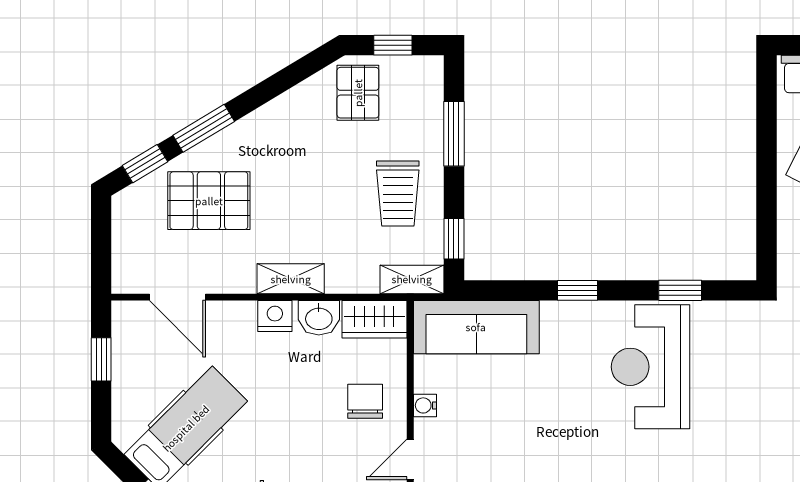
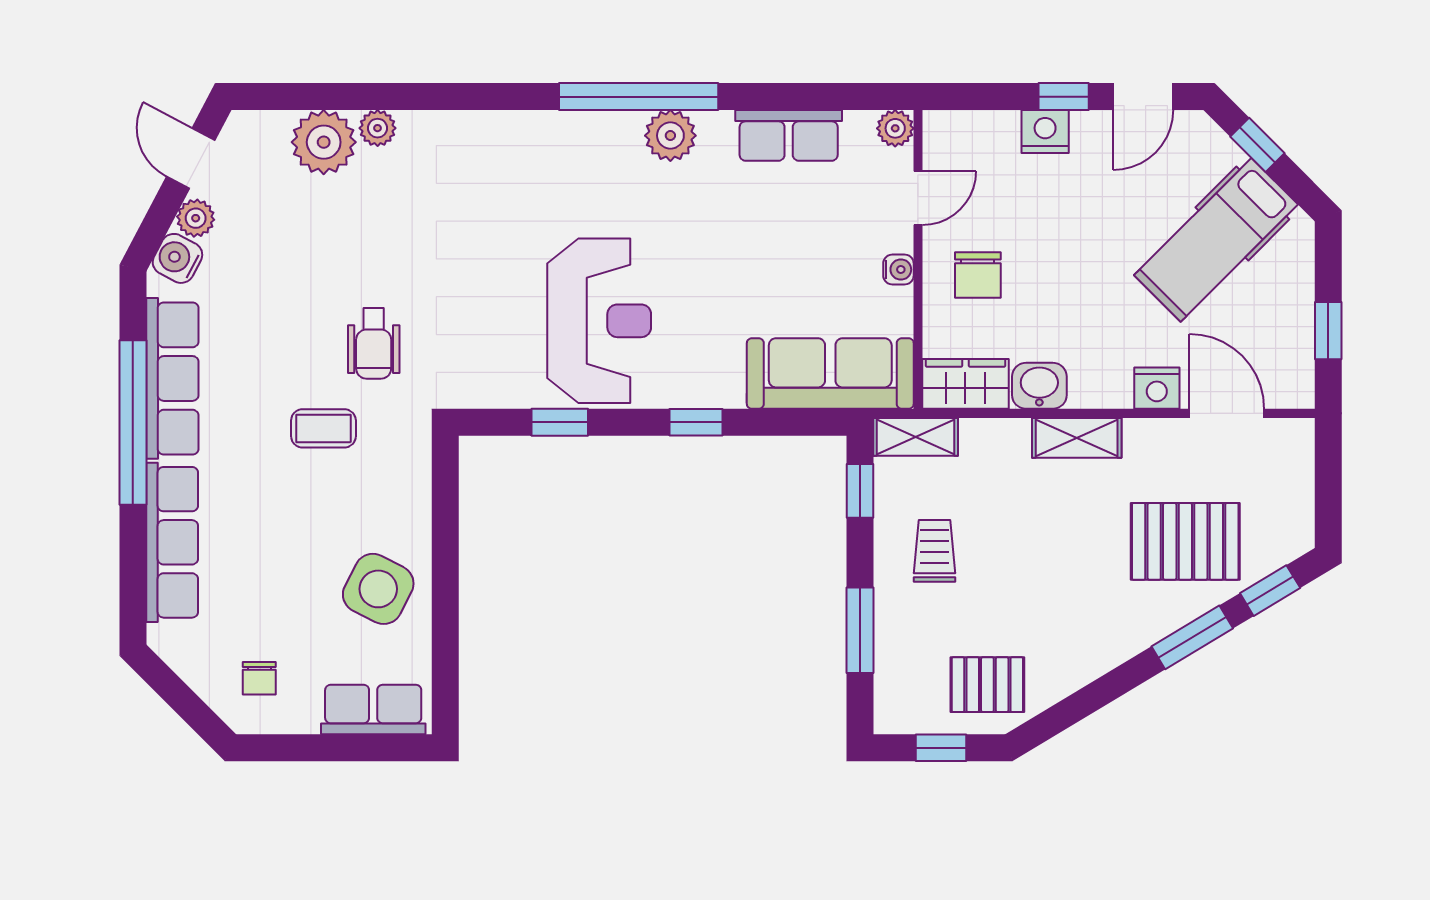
pallet: (358, 93) -> (987, 685), turned 90
trolley: (398, 193) -> (934, 551), width x0.73, depth x0.72
nightstand: (275, 316) -> (1157, 388), moved

